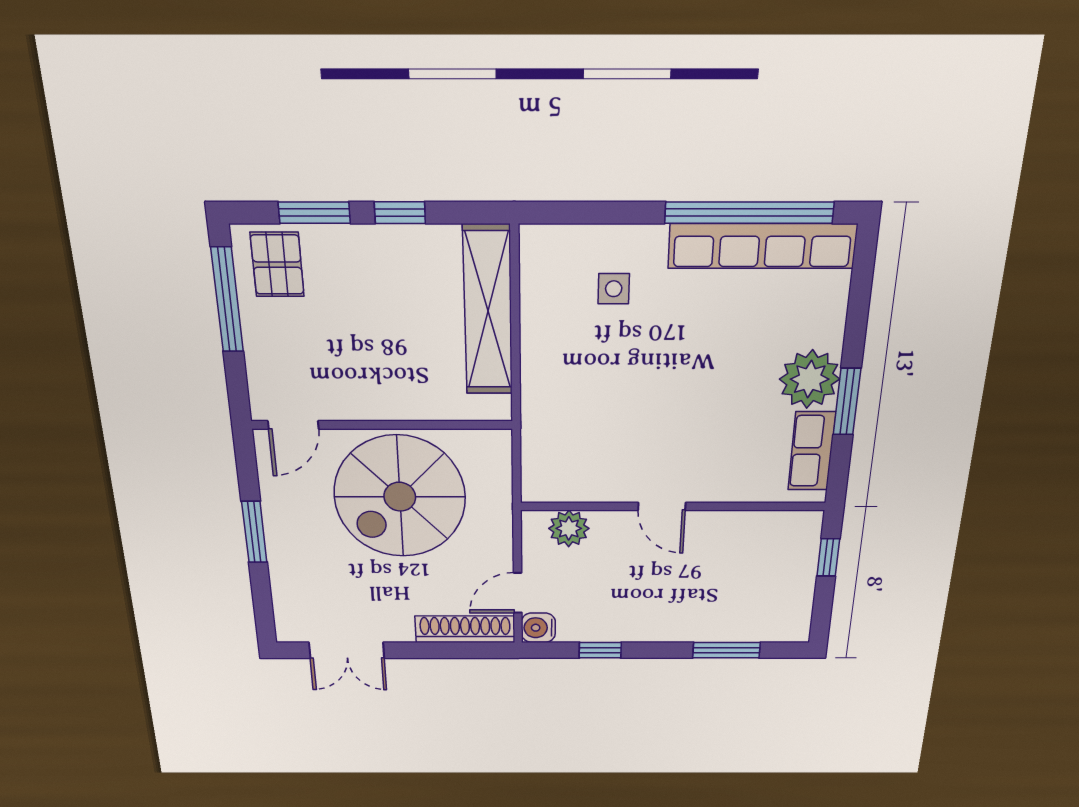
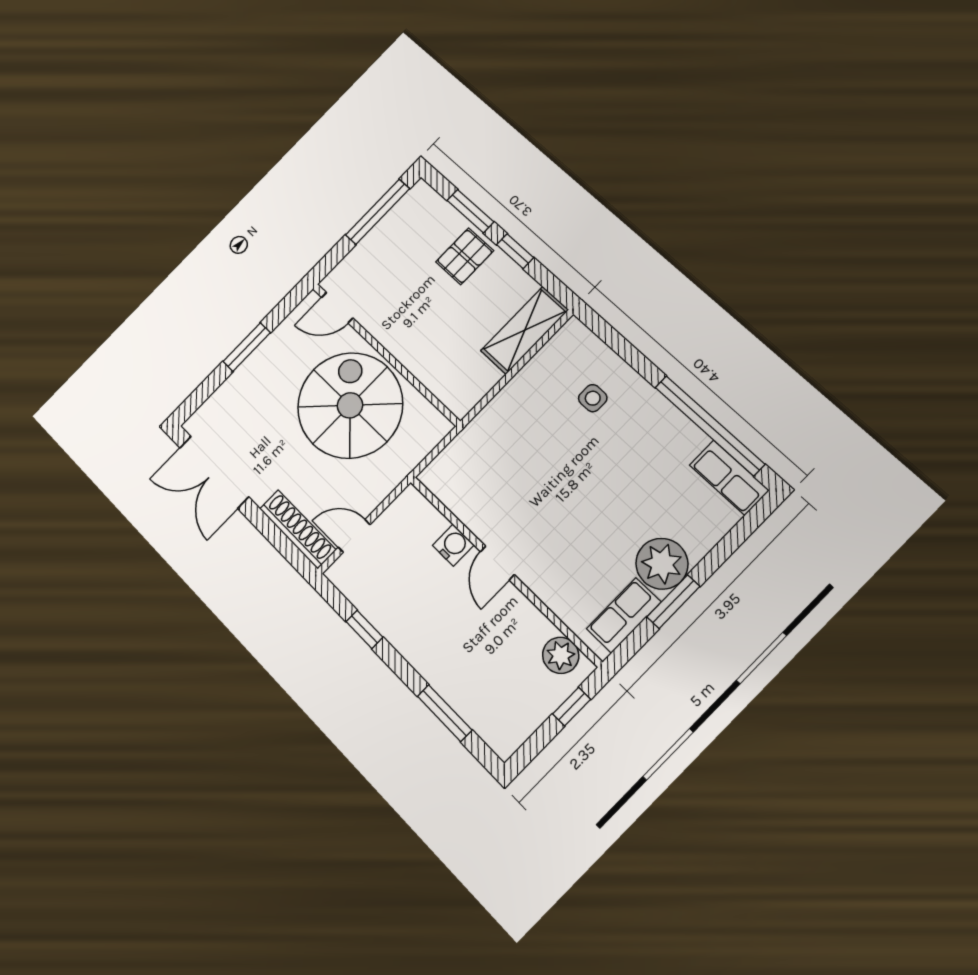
row of seats: (762, 246) -> (729, 478), width x0.50
pallet: (277, 265) -> (465, 256), moved
shelving: (488, 311) -> (525, 330), width x0.68
spiral stairs: (400, 497) -> (350, 405), turned 90
plant: (569, 528) -> (561, 655), moved
water cooler: (538, 628) -> (453, 545), moved, turned 90
double door: (347, 650) -> (214, 472), width x1.37

